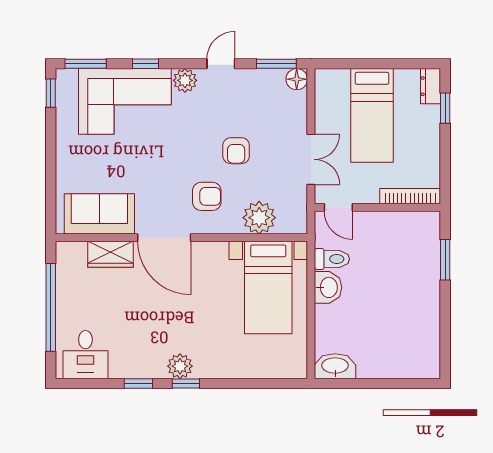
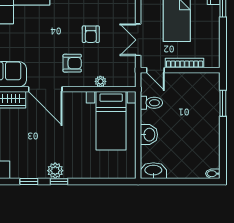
double door: (311, 159) -> (138, 40), swing flipped
bookcase: (410, 196) -> (185, 63), moved
plant: (259, 218) -> (100, 81), width x0.53, depth x0.53
washbasin: (328, 287) -> (149, 135), moved
bidet: (429, 371) -> (213, 174), added

